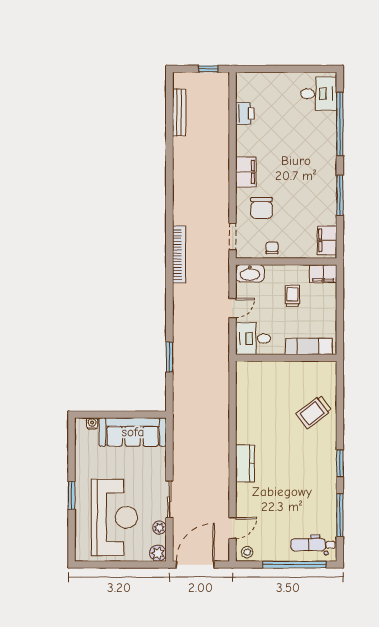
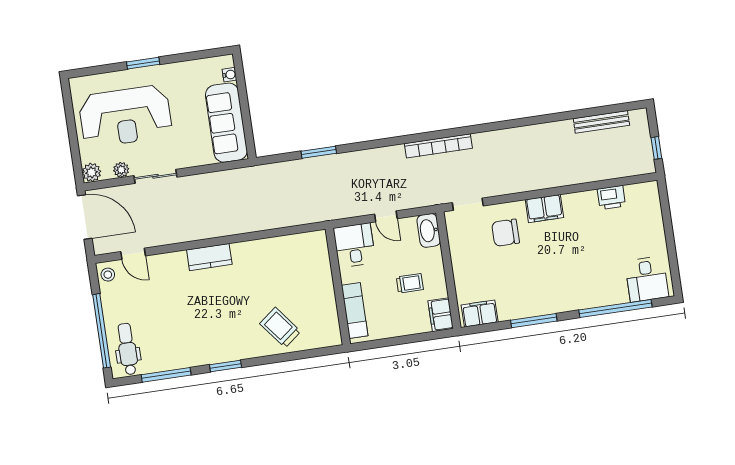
chair: (272, 248) -> (462, 252), removed

